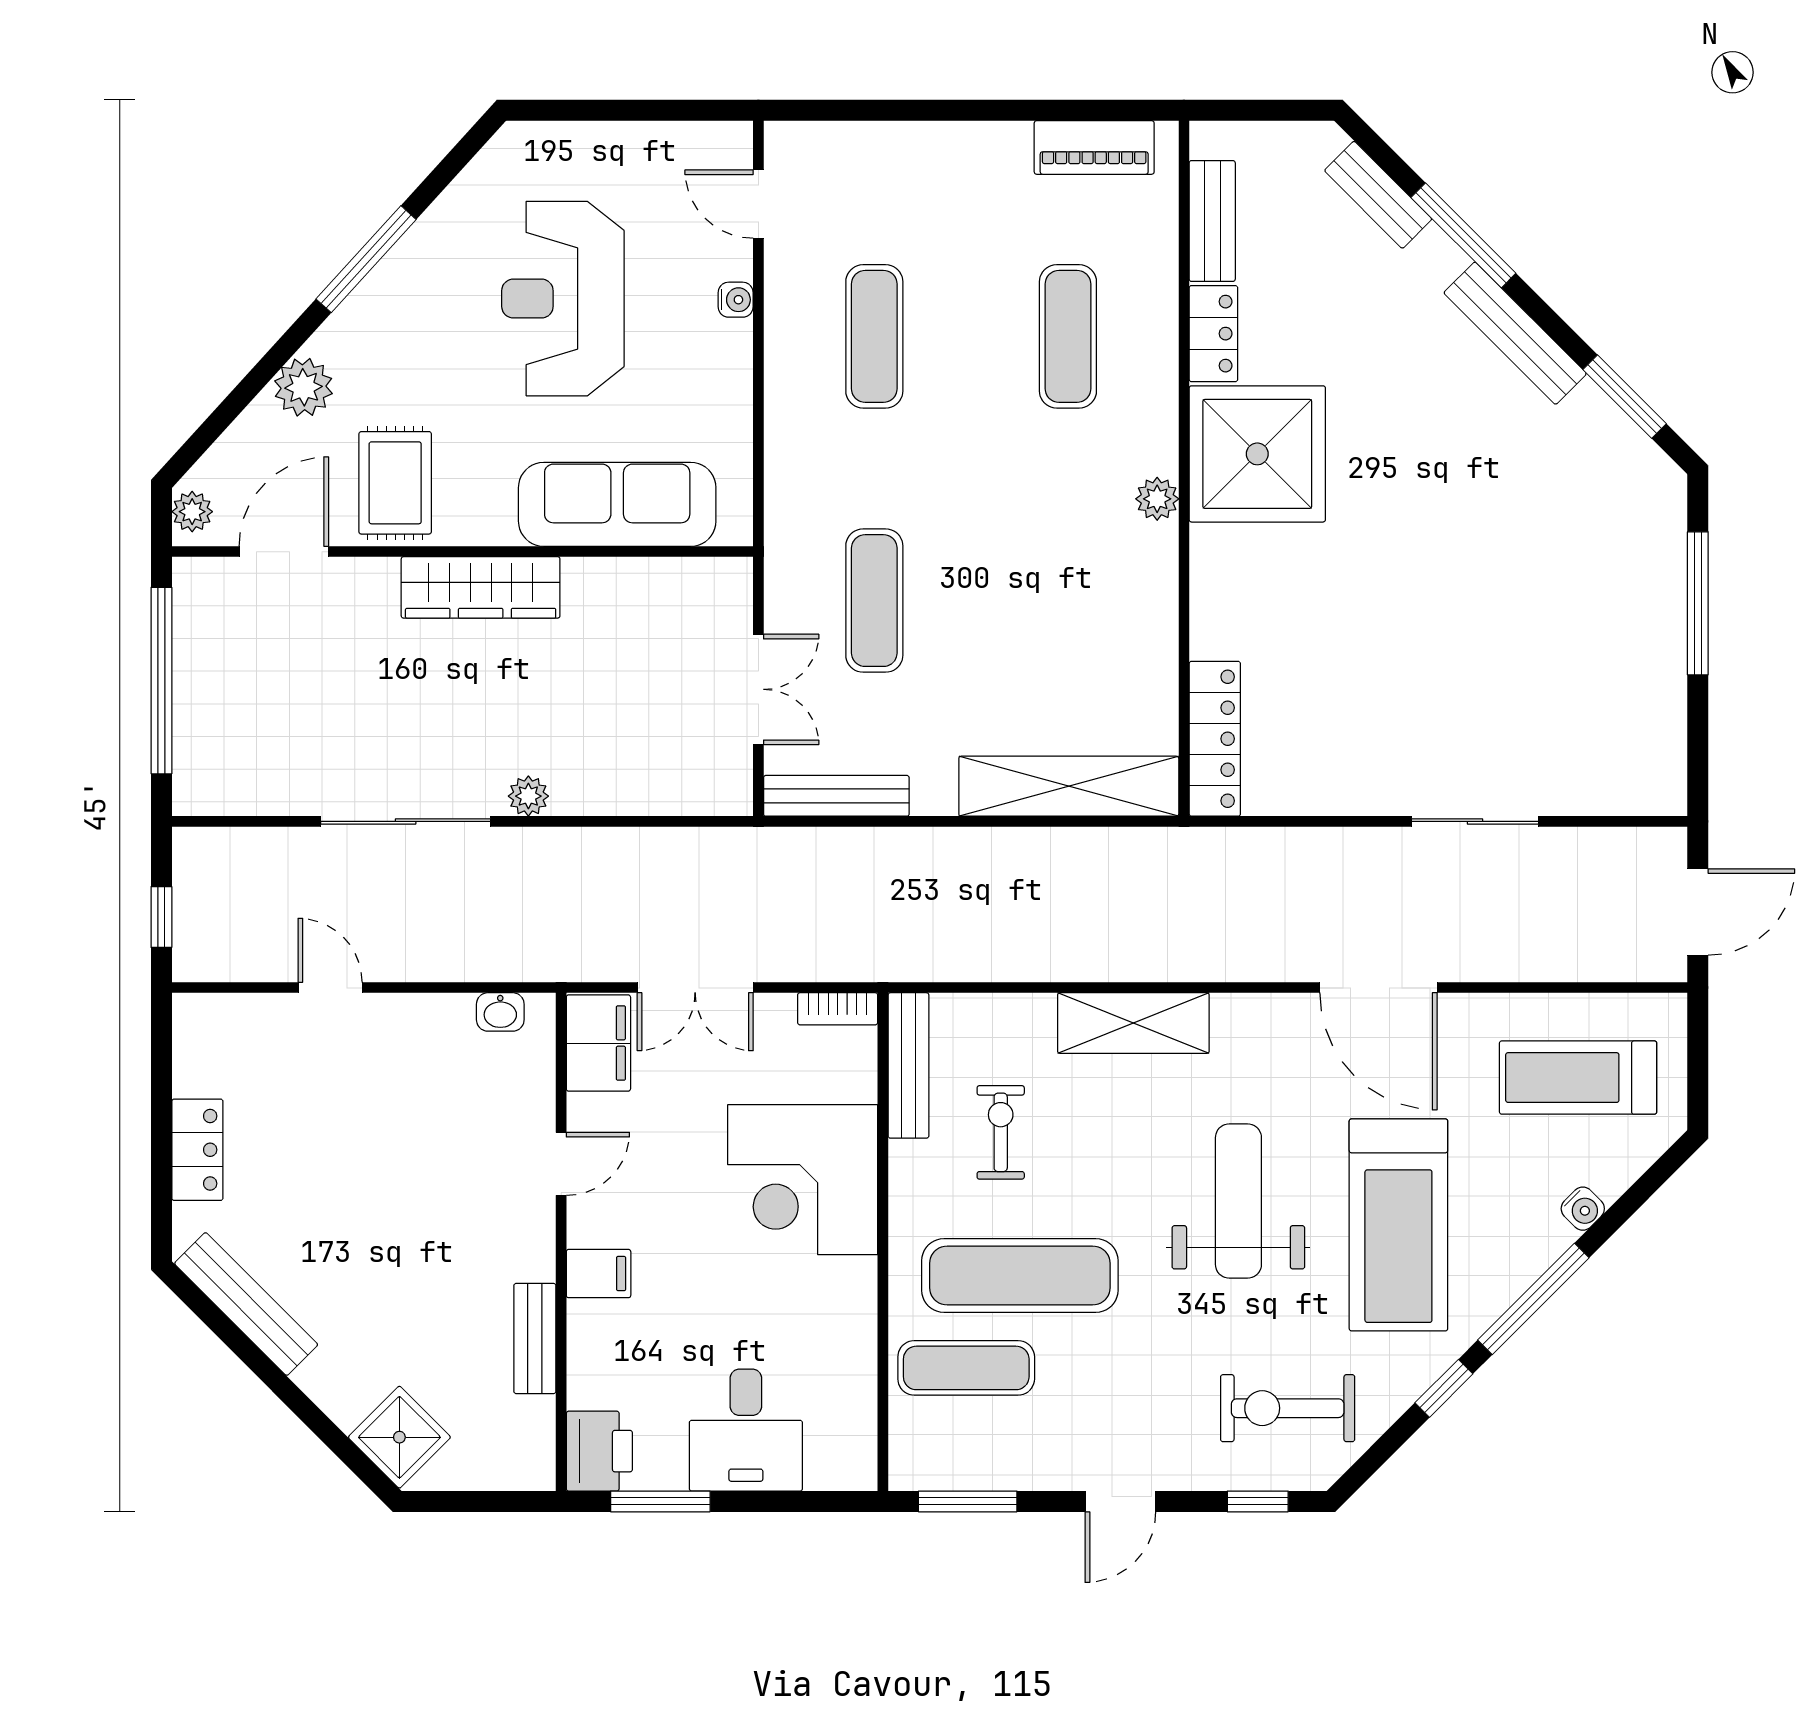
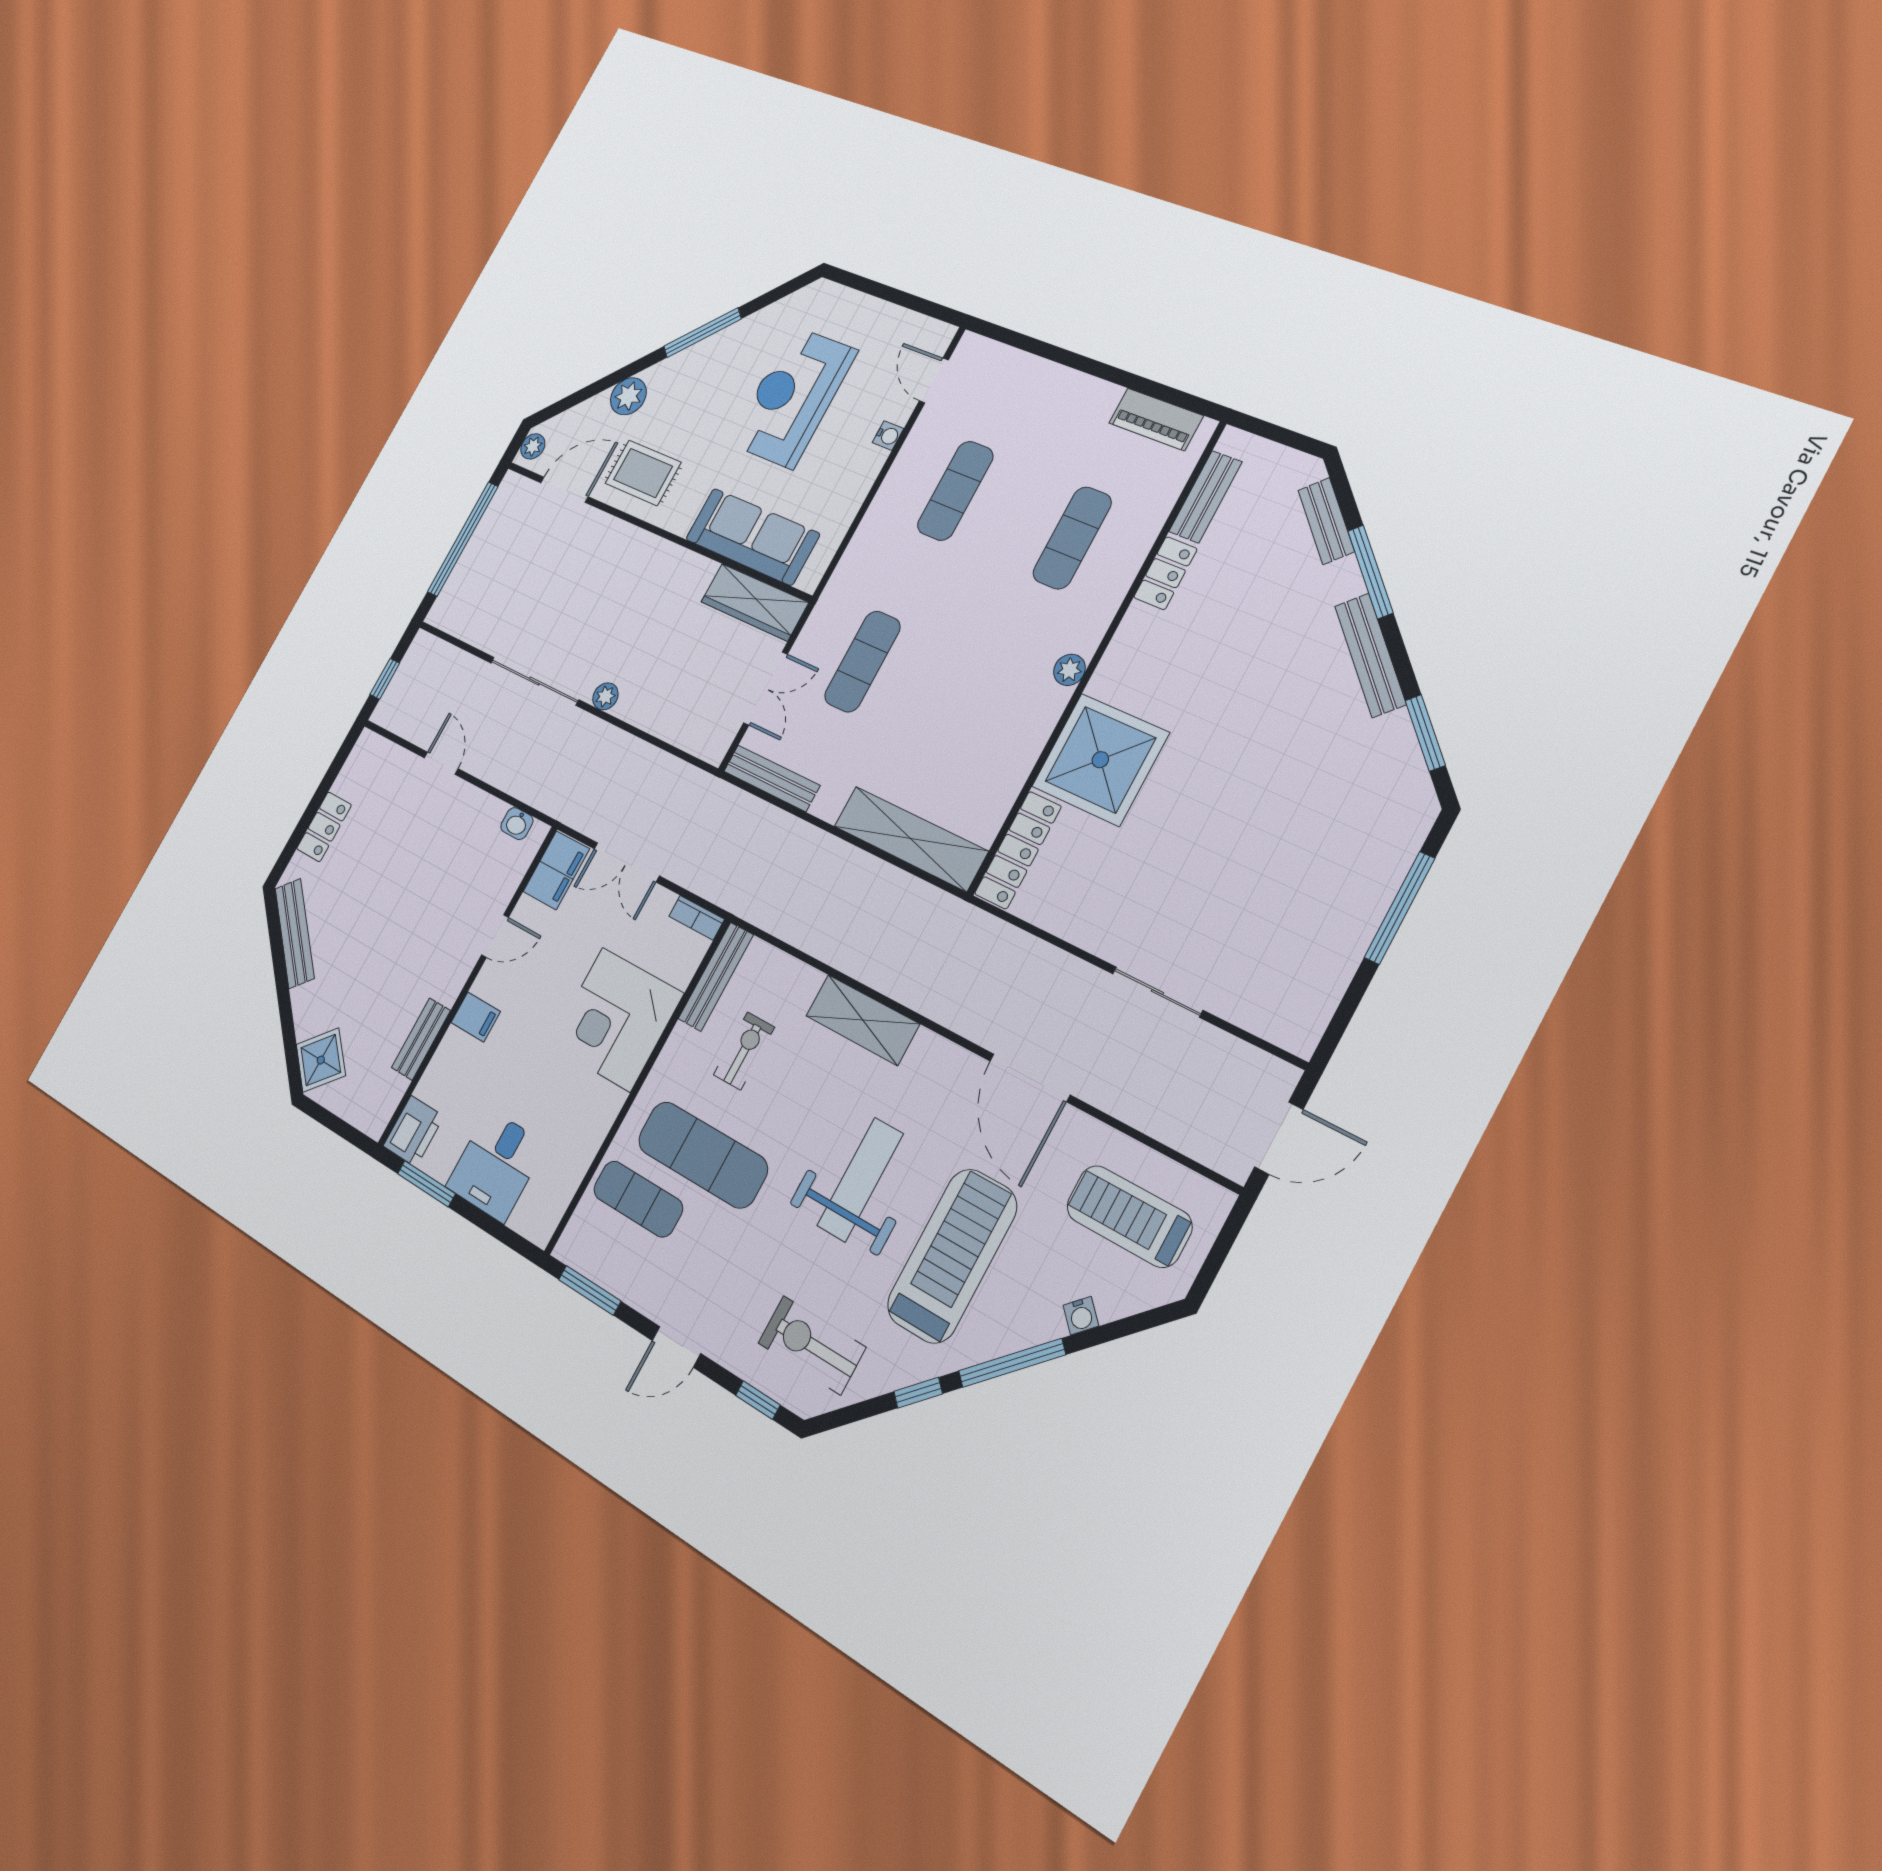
shower: (1257, 454) -> (1100, 760), moved
rug: (395, 483) -> (643, 473), turned 90
wardrobe: (481, 587) -> (754, 602), moved
treadmill: (1398, 1225) -> (952, 1256), turned 180

